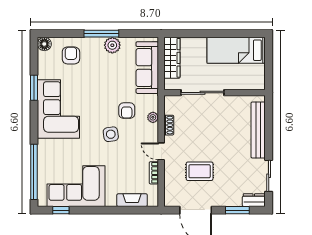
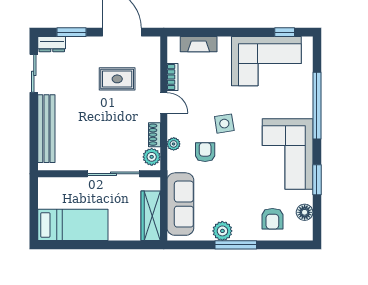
floor lamp: (44, 44) -> (305, 212), moved
plant: (171, 107) -> (152, 157), added
window: (34, 172) -> (317, 106), moved

